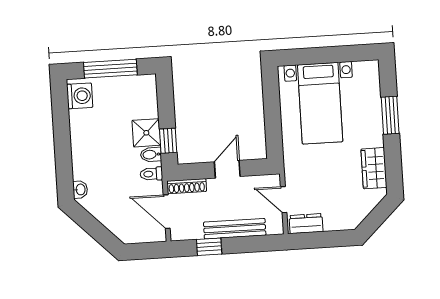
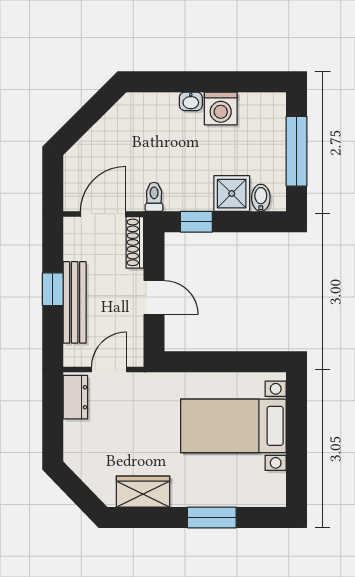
washing machine: (80, 96) -> (221, 108), moved
shower: (146, 133) -> (232, 194), moved
bidet: (151, 155) -> (261, 198), moved
washbasin: (80, 189) -> (191, 101), moved
window: (209, 247) -> (53, 289), moved

